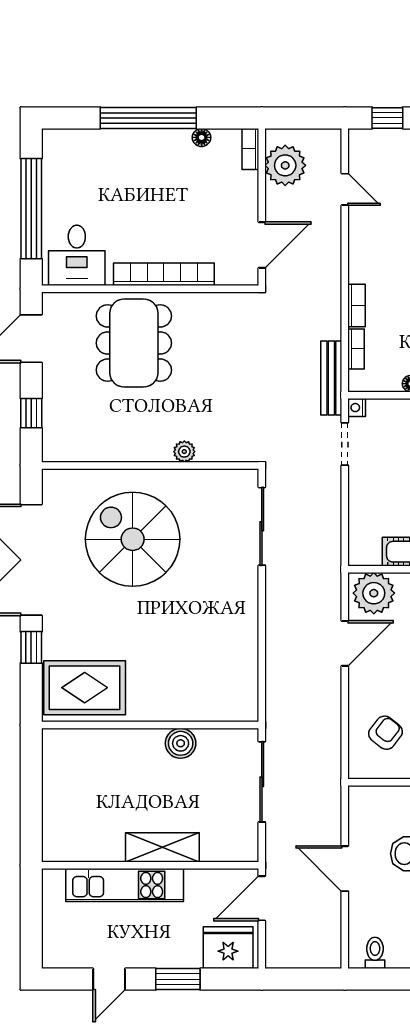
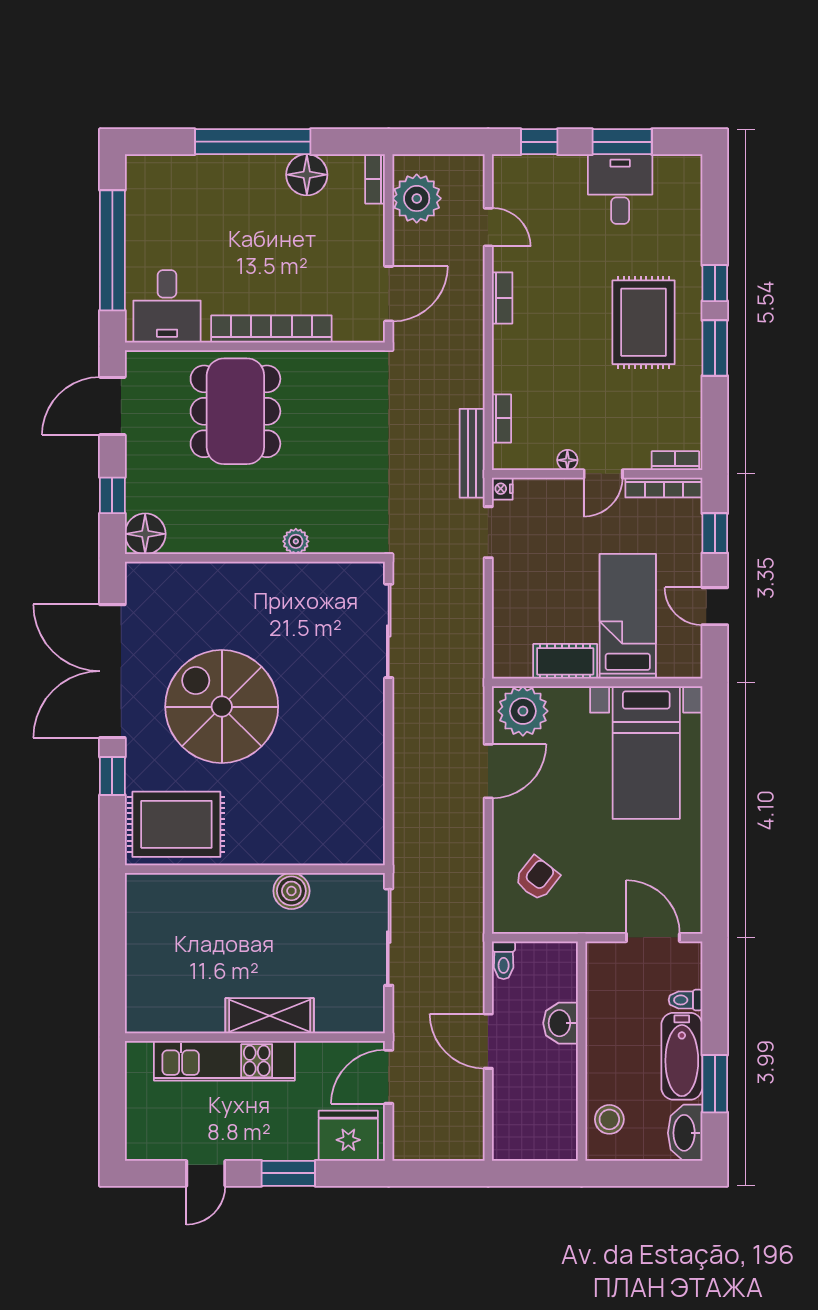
floor lamp: (202, 137) -> (307, 175), width x1.89, depth x1.89
bookcase: (357, 305) -> (502, 298), moved
floor lamp: (59, 445) -> (145, 534), added
spiral stairs: (133, 539) -> (222, 707), moved
toilet: (375, 953) -> (504, 960), moved, turned 180

